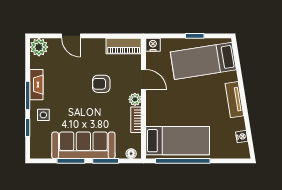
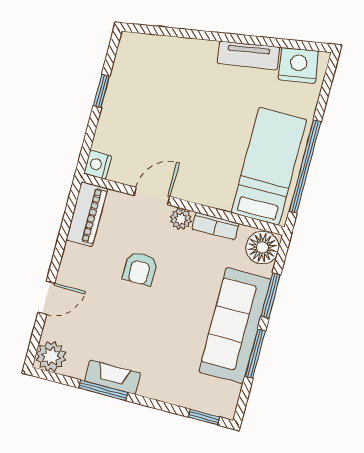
bed: (203, 61) -> (147, 88), removed
window: (28, 95) -> (103, 390), moved
tv unit: (234, 100) -> (248, 55), moved
side table: (43, 115) -> (166, 379), removed
window: (28, 128) -> (204, 417), moved
nightstand: (242, 137) -> (298, 65), width x1.89, depth x1.79
floor lamp: (131, 154) -> (262, 248), width x1.89, depth x1.89

